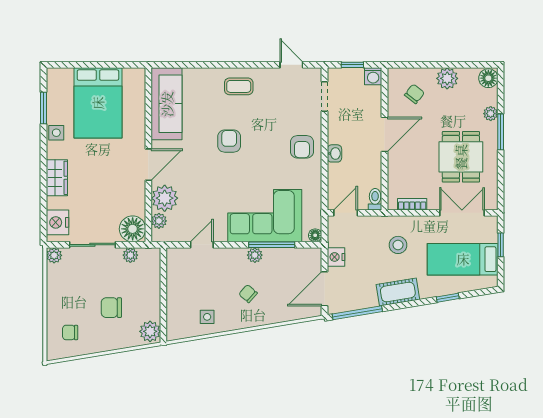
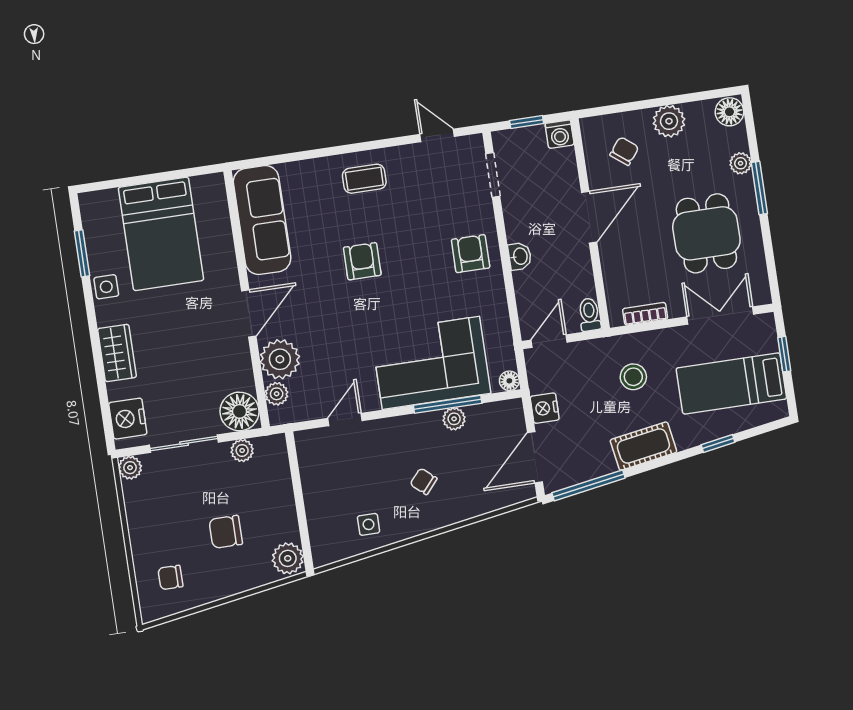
armchair: (302, 147) -> (471, 254), turned 180
plant: (255, 255) -> (454, 419), moved

